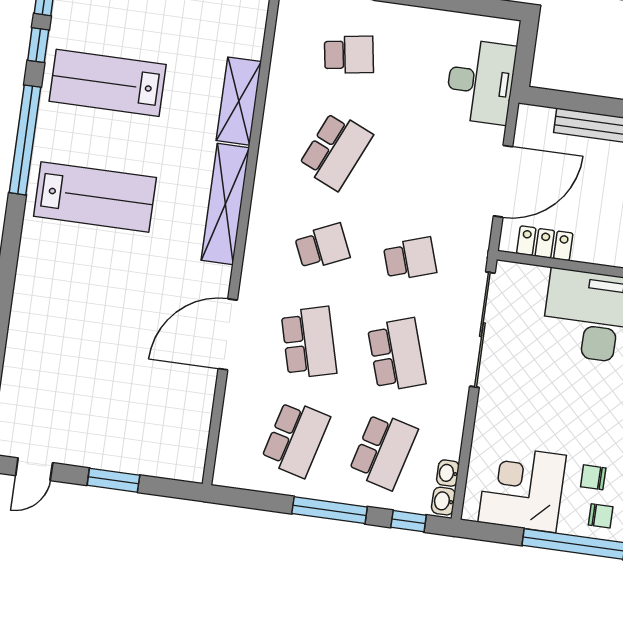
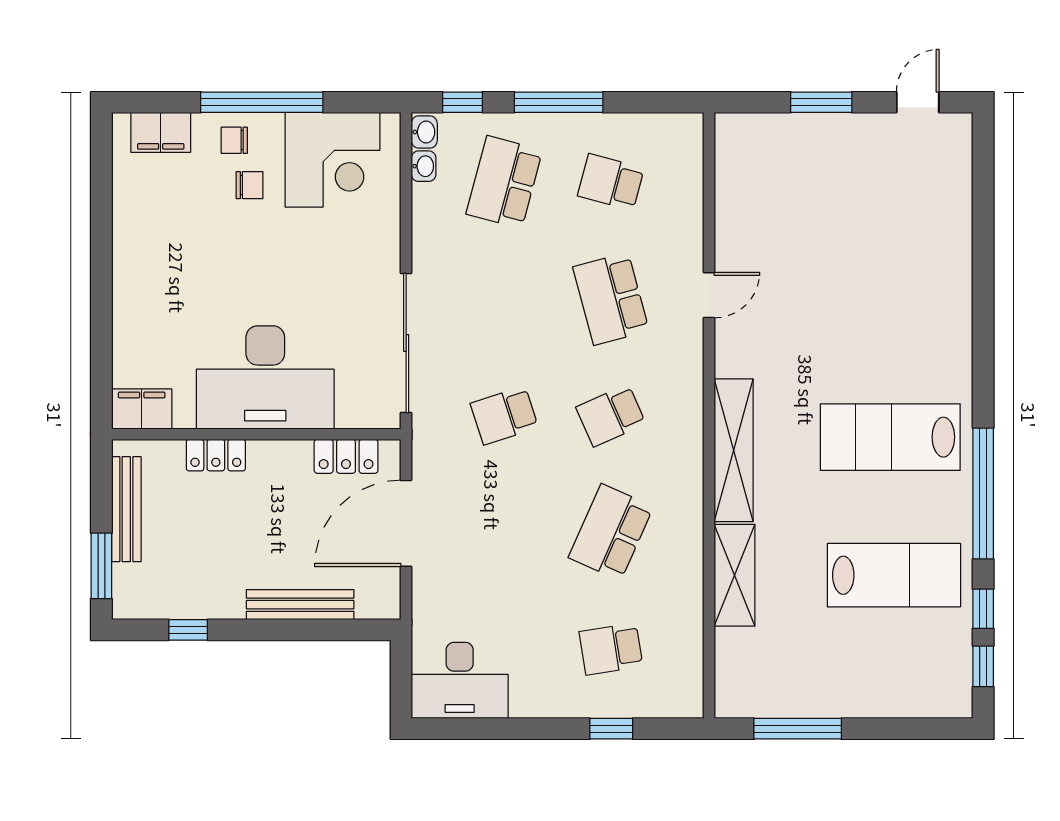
desk: (481, 82) -> (460, 680), moved, turned -90
door: (228, 334) -> (709, 295), width x0.53
school desk: (397, 355) -> (504, 299), removed
school desk: (296, 439) -> (611, 182), width x0.54

